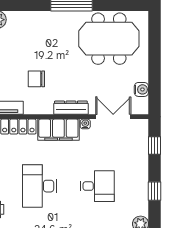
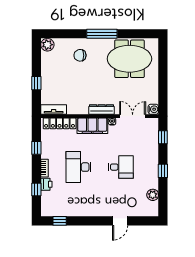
chair: (36, 79) -> (80, 55), moved
water cooler: (141, 89) -> (153, 109), moved

